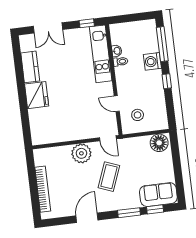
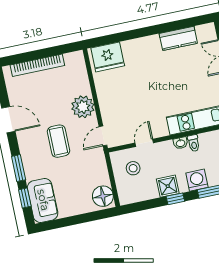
washbasin: (117, 51) -> (180, 143), moved
shower: (155, 87) -> (168, 186), added
fridge: (37, 95) -> (108, 57), moved
coffee table: (109, 177) -> (58, 141), turned 69

